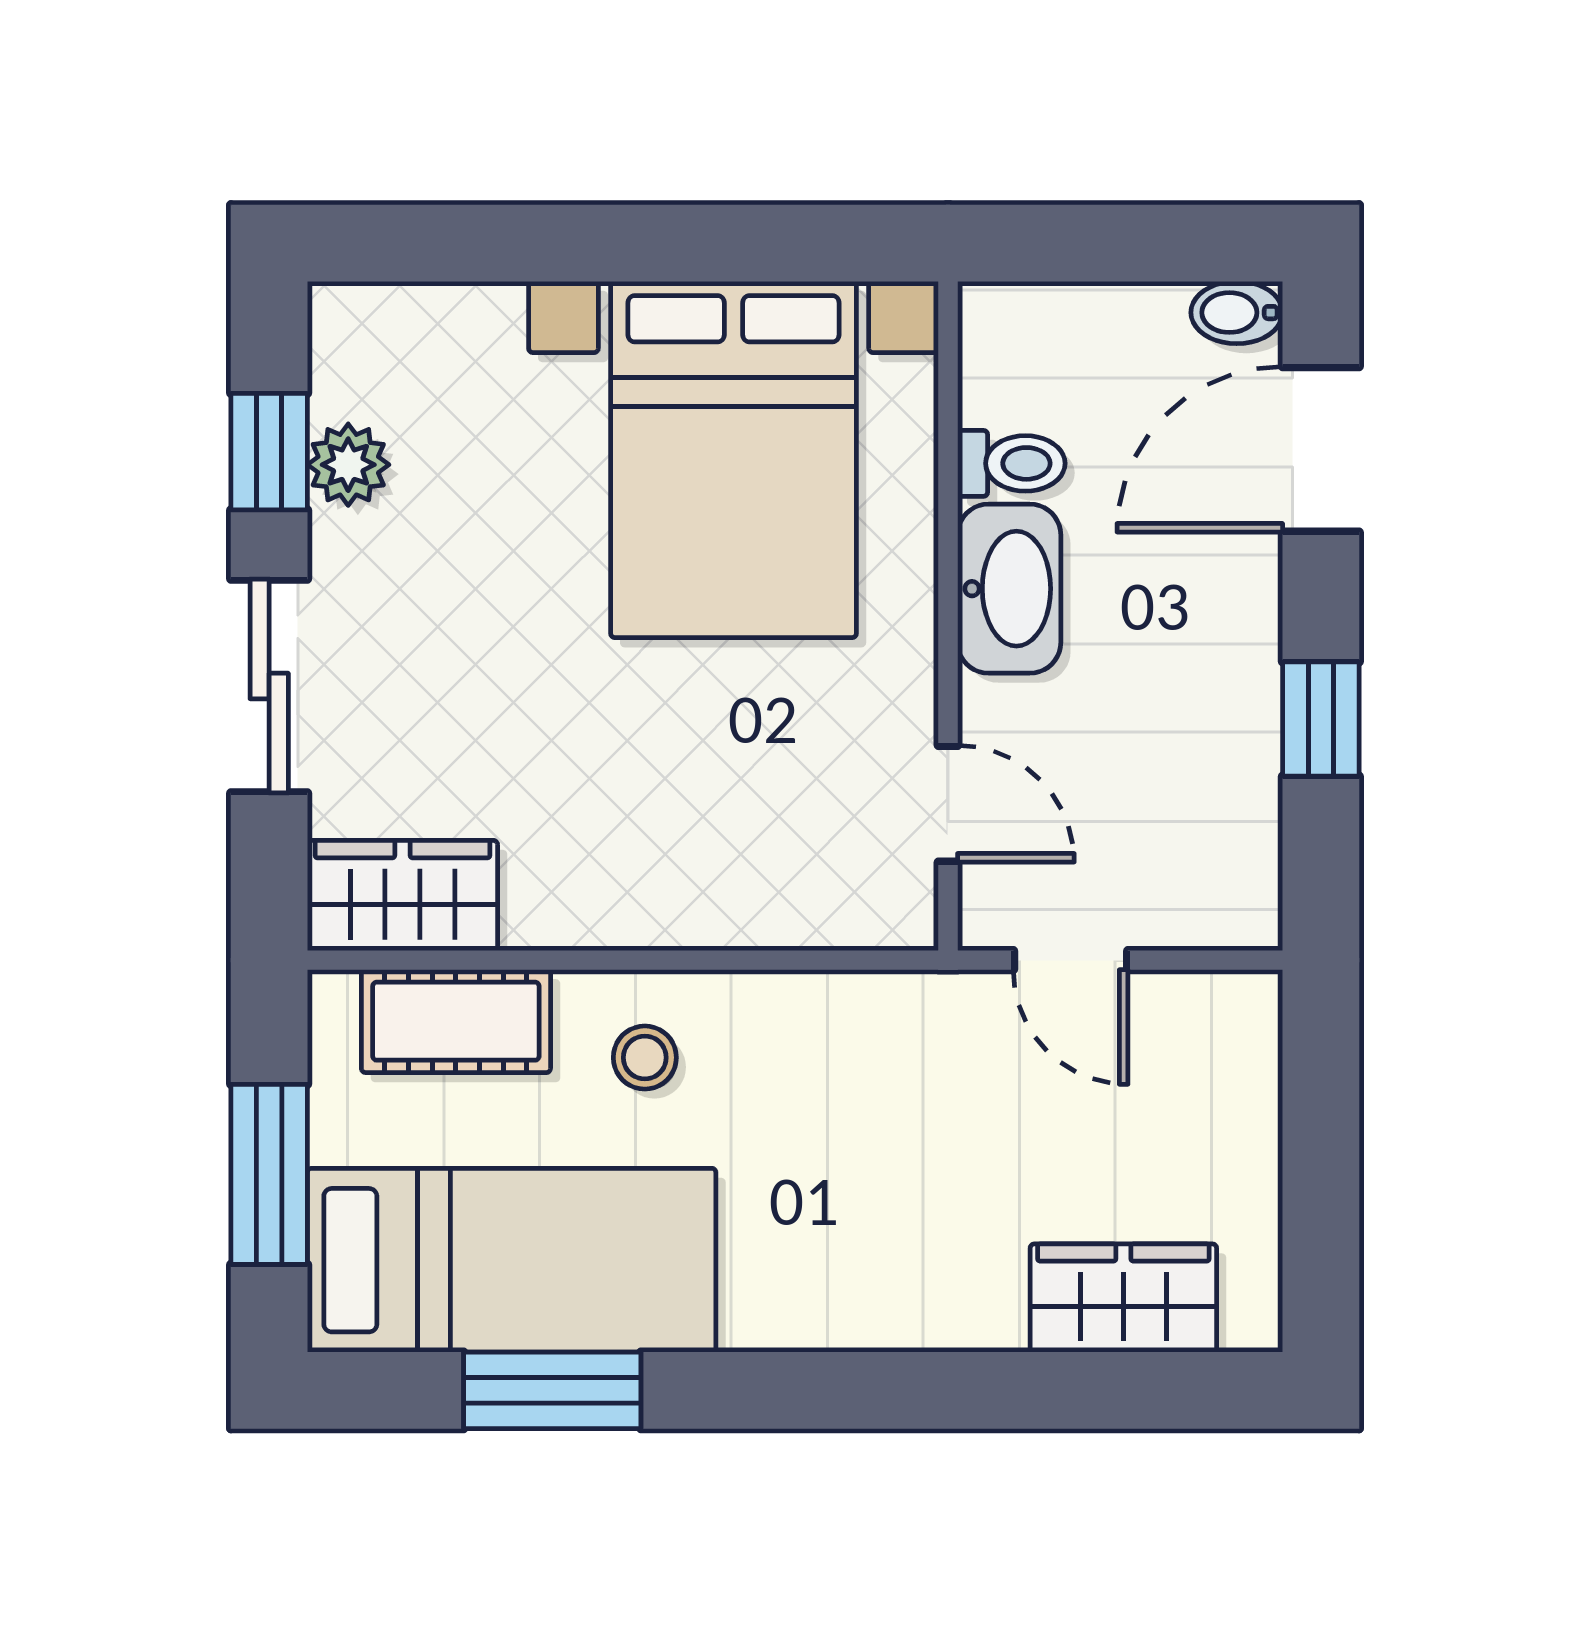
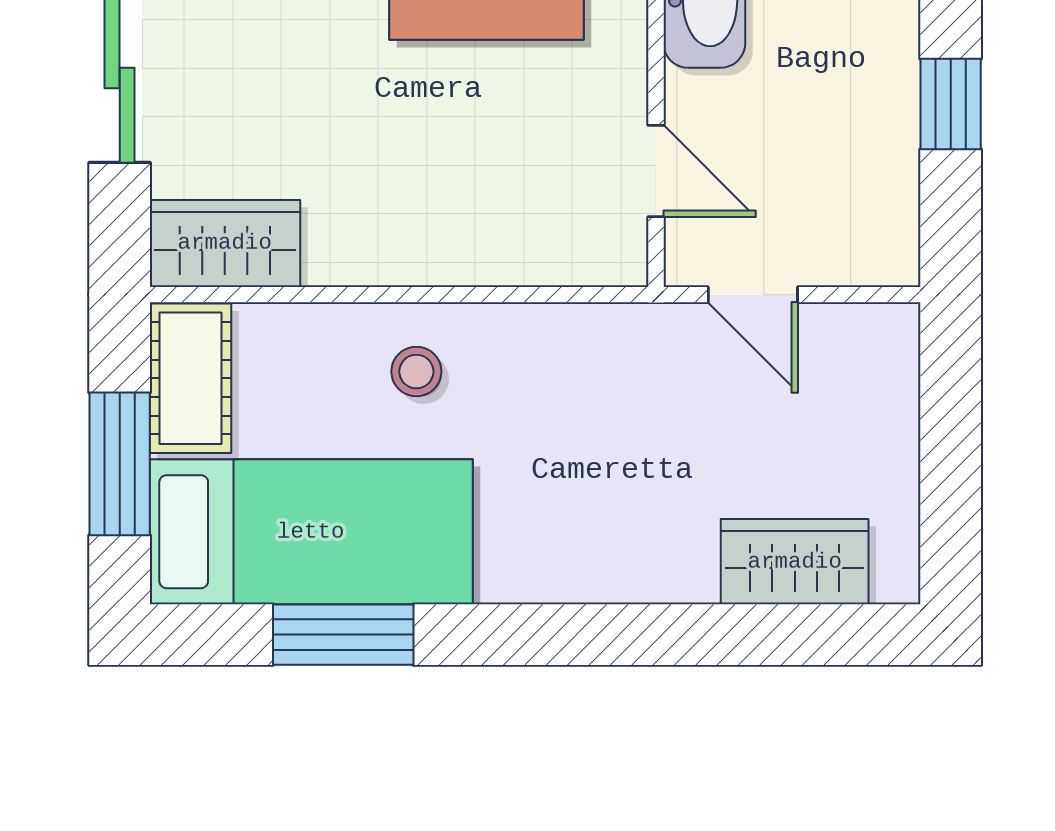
cot: (456, 1021) -> (190, 378), moved, turned 90

